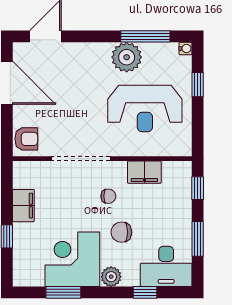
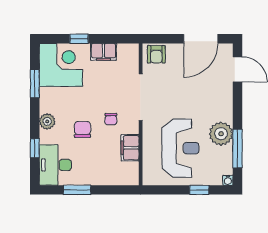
reception desk: (145, 108) -> (180, 148), turned 180
window: (198, 188) -> (117, 190), removed
corner desk: (72, 259) -> (61, 65), moved

